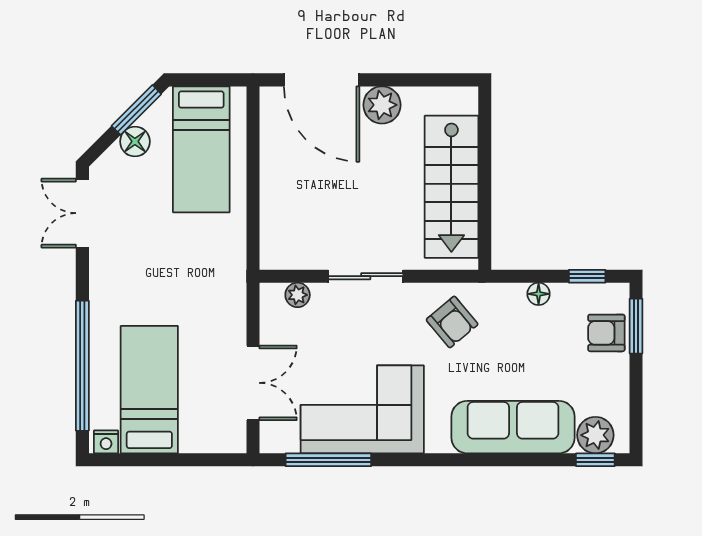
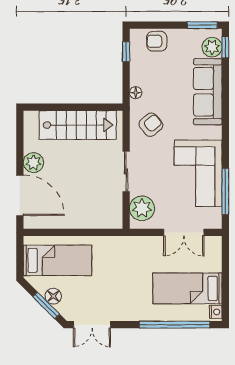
door: (322, 80) -> (20, 195), hinge flipped
window: (136, 110) -> (46, 305), moved
floor lamp: (539, 294) -> (136, 93), moved
plant: (298, 295) -> (142, 208), width x1.88, depth x1.88
window: (636, 326) -> (202, 25), moved
armchair: (606, 333) -> (157, 41), turned 90
double door: (253, 383) -> (184, 232), swing flipped

